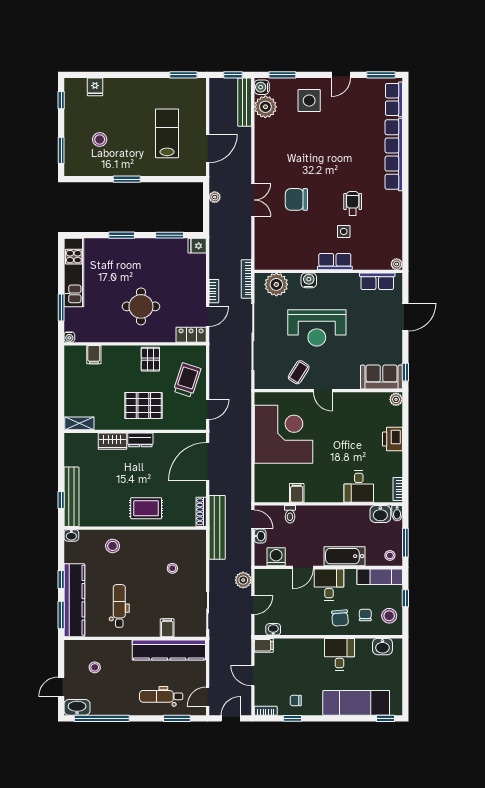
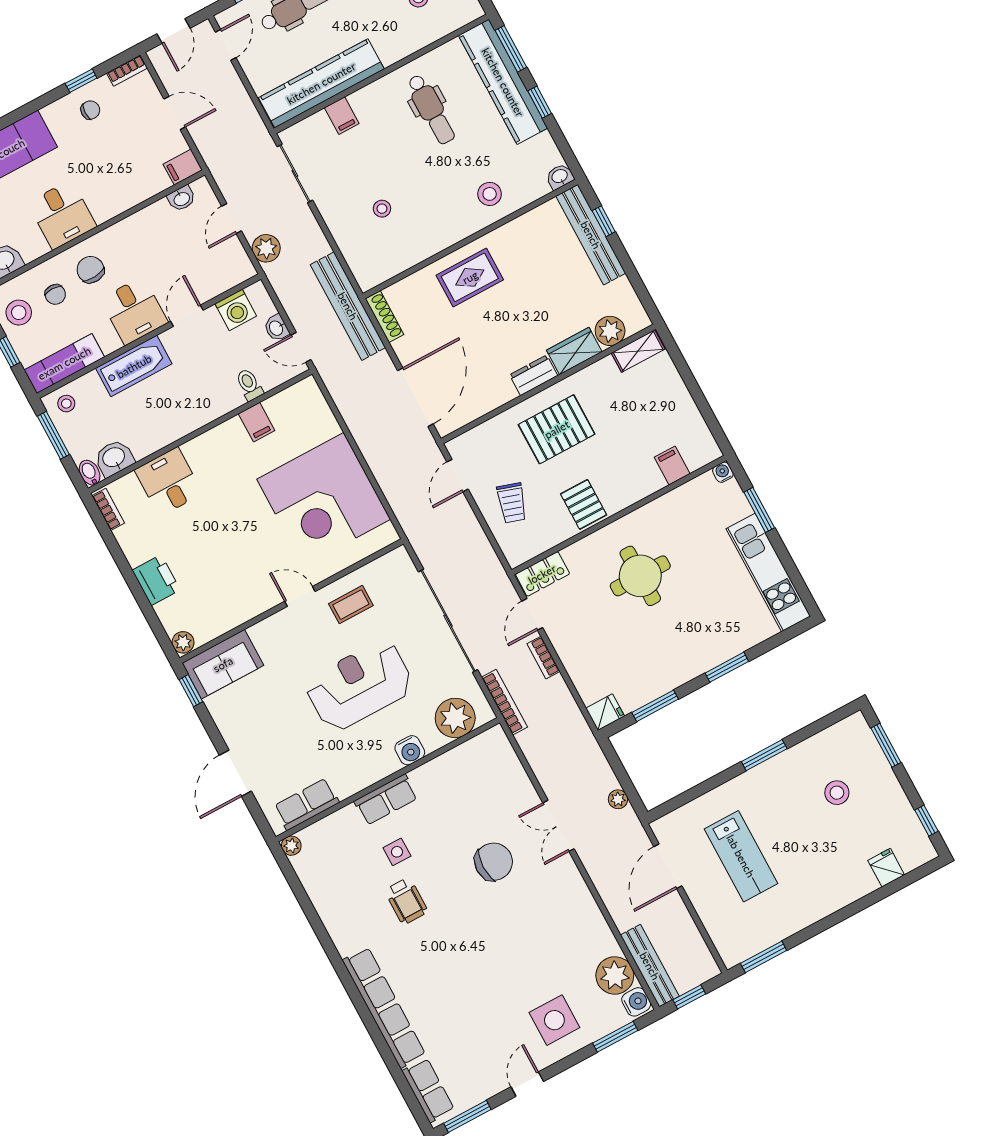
coffee table: (299, 372) -> (351, 605), turned 58
trolley: (187, 380) -> (512, 503), width x0.73, depth x0.72
plant: (88, 442) -> (610, 331), added

